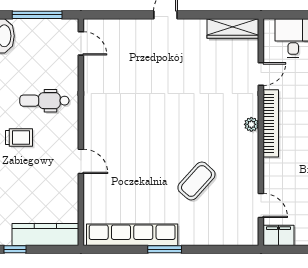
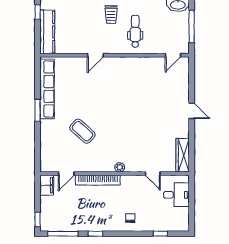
bookcase: (271, 123) -> (98, 180), moved

